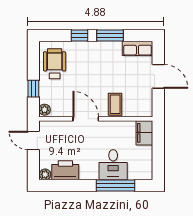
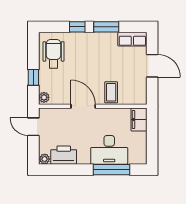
desk: (113, 165) -> (109, 150), width x1.37

